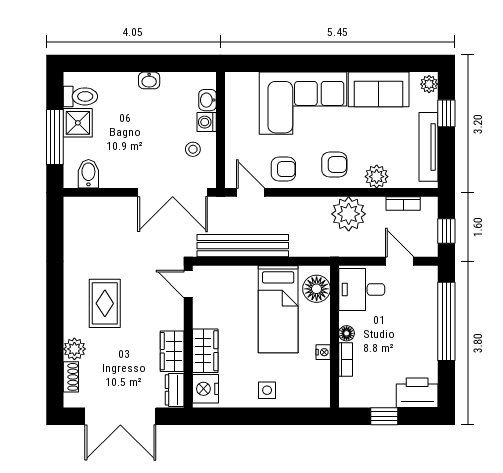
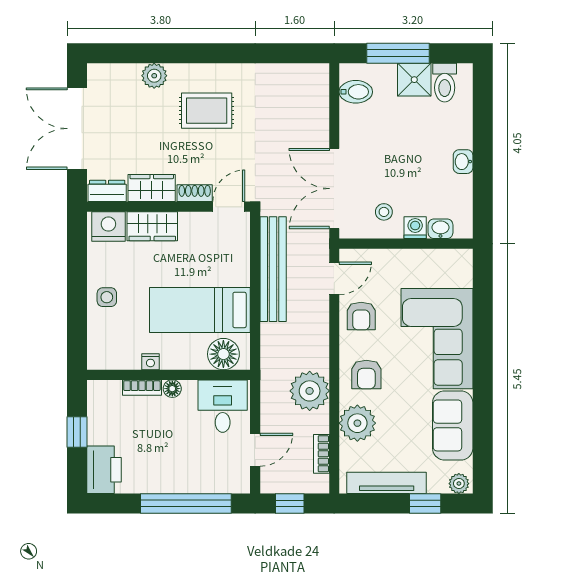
plant: (377, 177) -> (357, 423), width x1.36, depth x1.36
shoe rack: (71, 377) -> (195, 193), moved, turned 180

